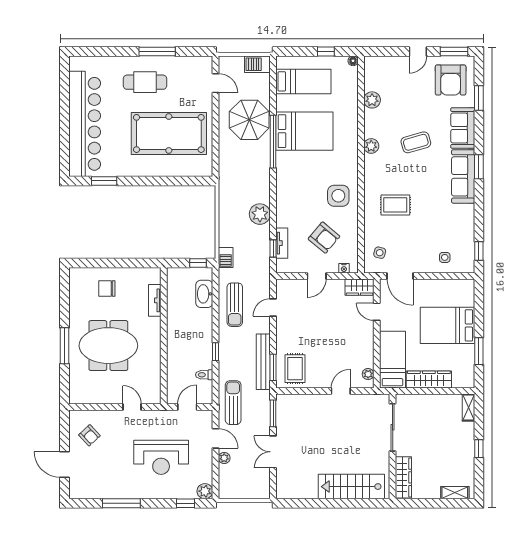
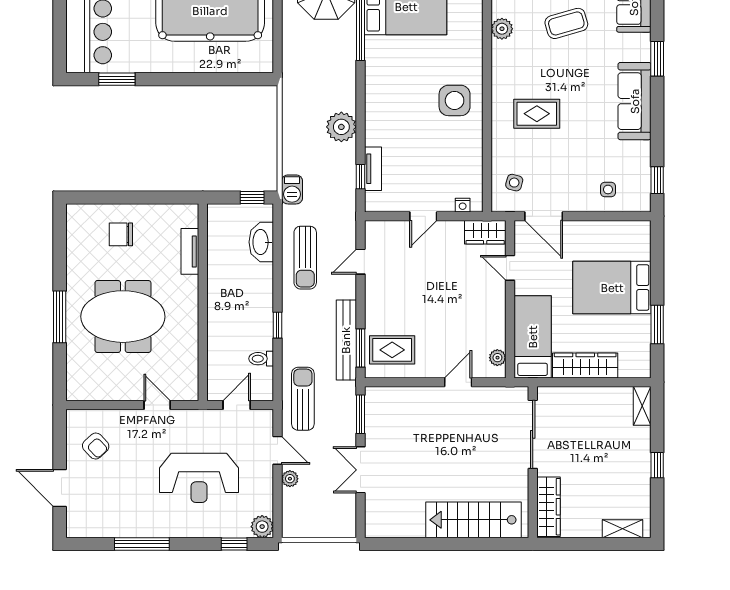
sofa: (463, 176) -> (635, 101), moved
armchair: (324, 238) -> (434, 161), removed
rug: (295, 369) -> (392, 350), turned 90

